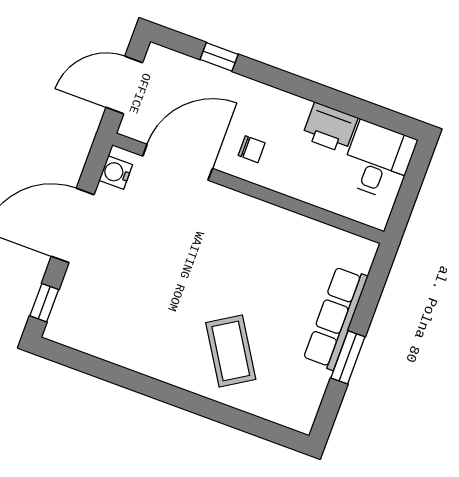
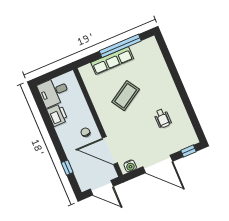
wheelchair: (147, 311) -> (163, 118), added
coffee table: (231, 351) -> (126, 96), moved
window: (348, 357) -> (120, 46), width x2.11

